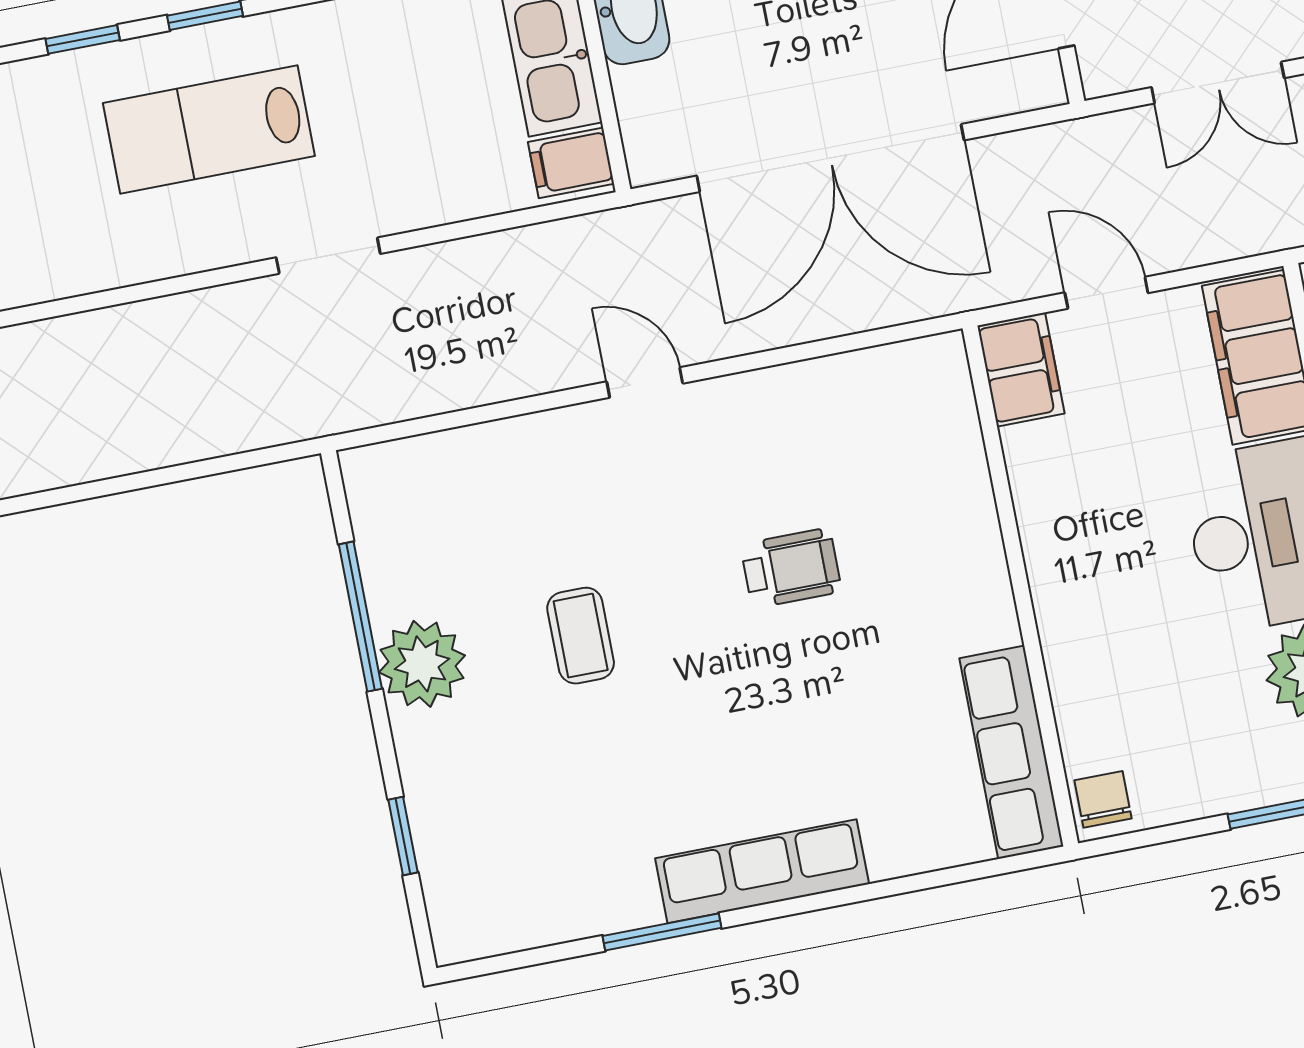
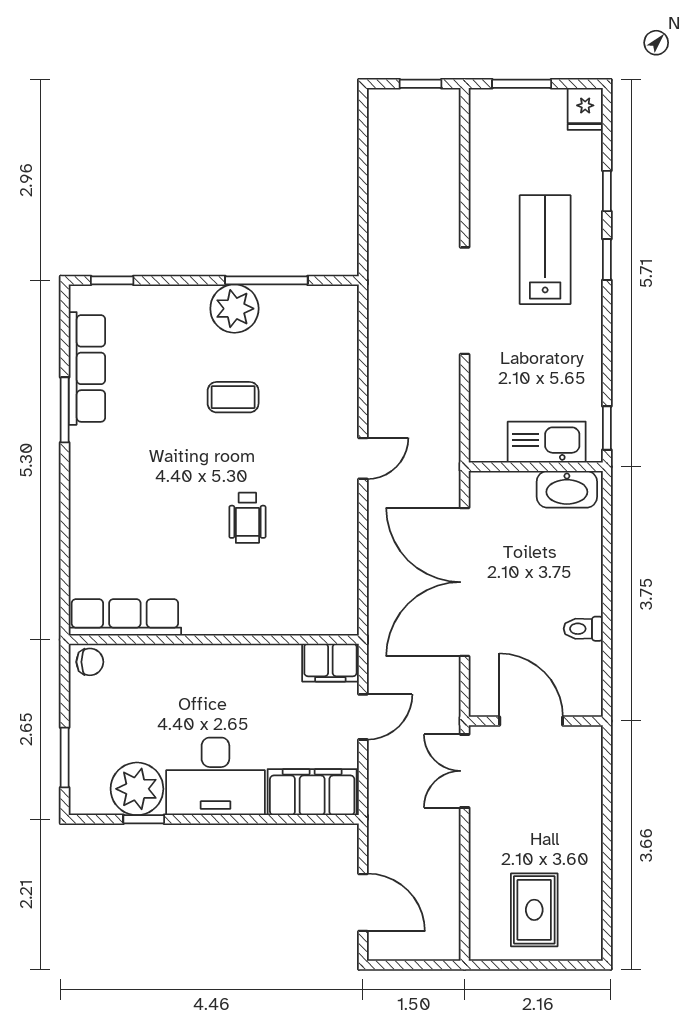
double door: (1218, 83) -> (465, 771), moved
filing cabinet: (571, 163) -> (489, 442), removed
doorway: (328, 256) -> (465, 301), width x1.87
window: (403, 836) -> (112, 280), moved
row of seats: (762, 871) -> (87, 368), moved

